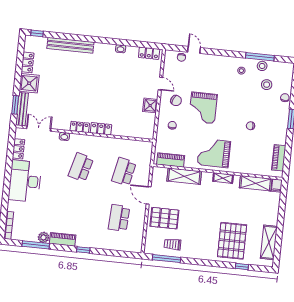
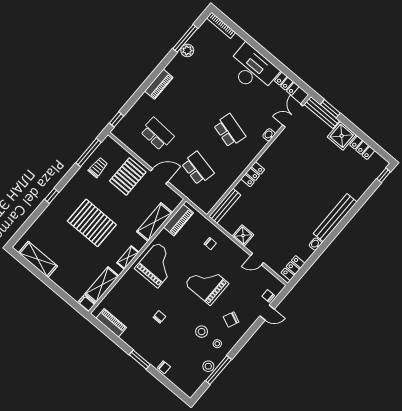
bench: (70, 45) -> (335, 218), moved
stool: (267, 85) -> (202, 332), moved
chair: (176, 101) -> (231, 319), moved
locker: (80, 127) -> (268, 155), removed
double door: (39, 129) -> (293, 116), swing flipped
bench: (138, 133) -> (225, 206), added
piano: (63, 239) -> (159, 84), moved
pallet: (232, 241) -> (92, 223), moved
window: (83, 250) -> (116, 119), moved
window: (242, 267) -> (52, 196), moved

